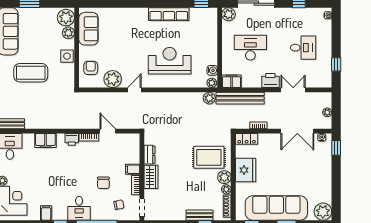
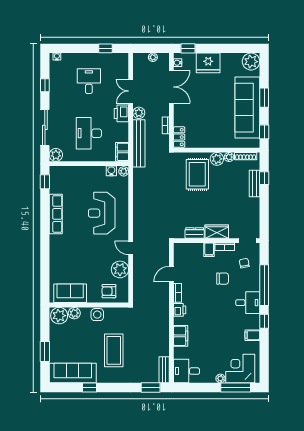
plant: (209, 98) -> (139, 113), moved
fridge: (246, 170) -> (208, 63), moved, turned 180

